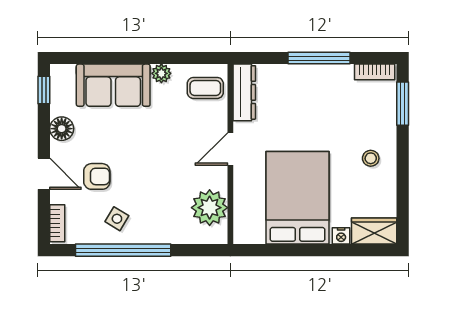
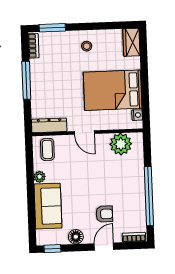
armchair: (97, 176) -> (104, 214), turned 90
side table: (117, 219) -> (130, 201), removed
nightstand: (341, 236) -> (137, 115), moved

